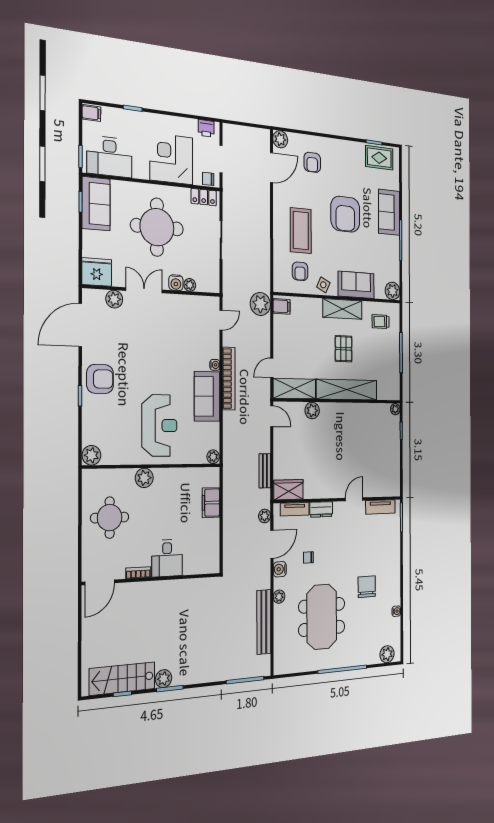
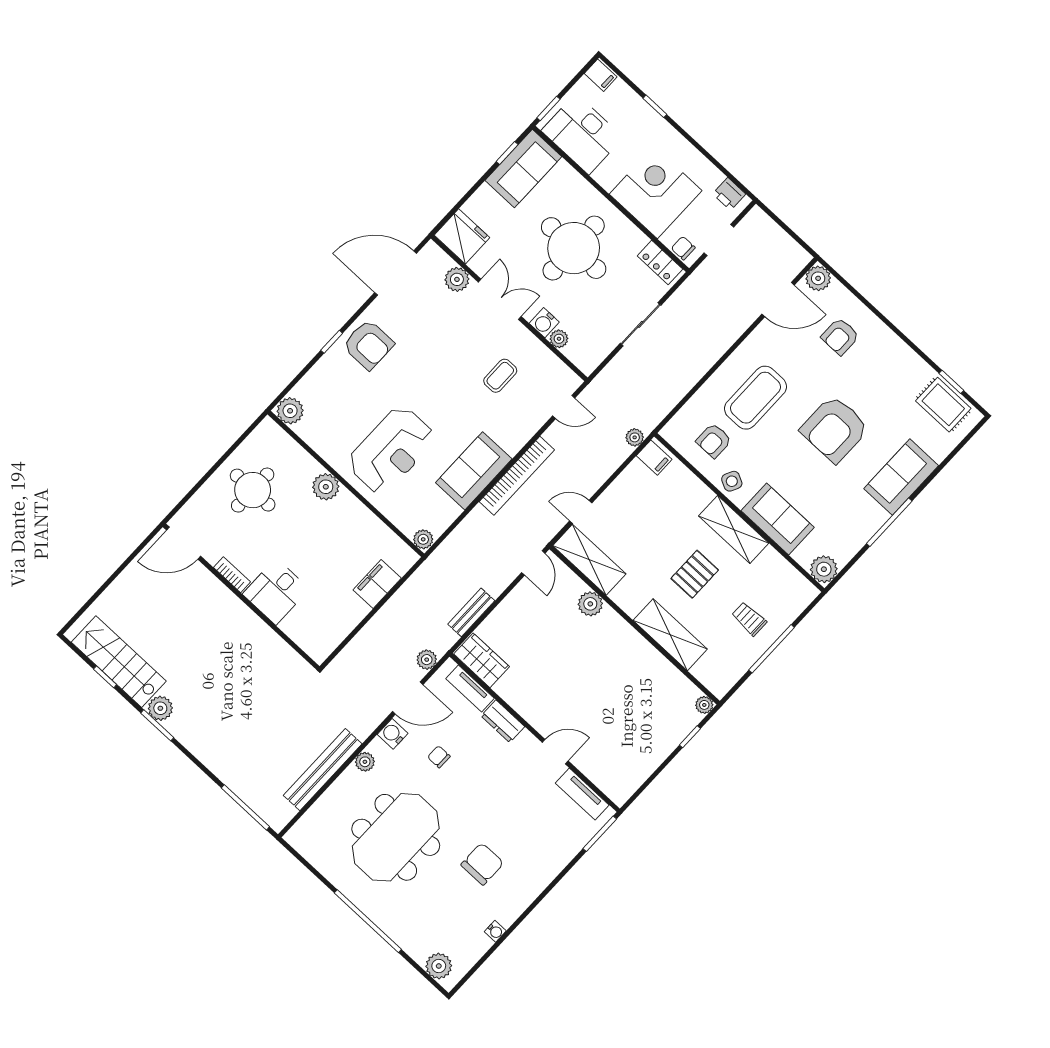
plant: (260, 304) -> (635, 437), width x0.53, depth x0.53
trolley: (381, 322) -> (749, 619), moved
coffee table: (178, 332) -> (500, 376), added
water cooler: (215, 365) -> (513, 447), removed
shelving: (347, 390) -> (670, 635), width x0.68

